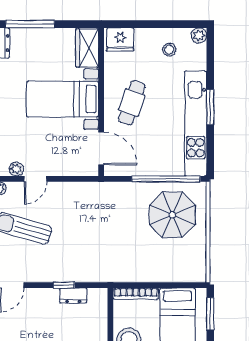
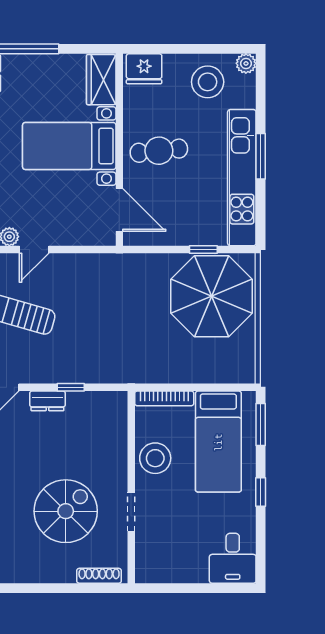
stool: (169, 50) -> (208, 82), width x1.89, depth x1.89
cafe table: (132, 103) -> (159, 151), turned 65
window: (166, 179) -> (203, 250), width x0.32
parasol: (172, 215) -> (211, 296), width x1.36, depth x1.36
dresser: (73, 296) -> (47, 401), moved

